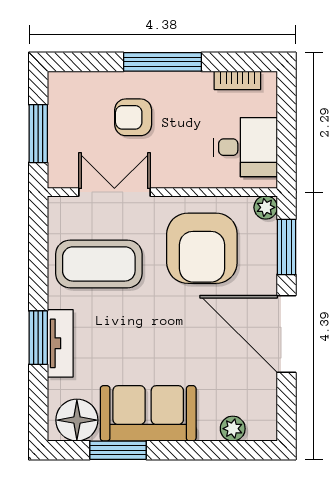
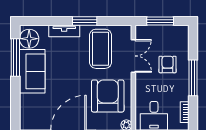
armchair: (202, 248) -> (108, 96), turned 90
window: (38, 338) -> (85, 21), moved
plant: (233, 429) -> (25, 110), removed
window: (118, 450) -> (15, 58), width x1.44

